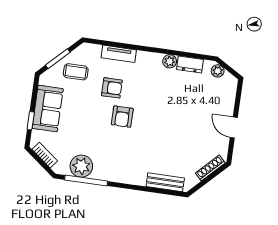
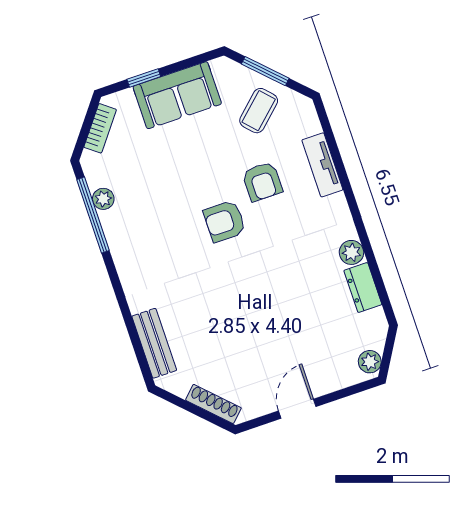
plant: (218, 71) -> (370, 362), moved
coffee table: (76, 72) -> (259, 111), turned 47
plant: (81, 166) -> (103, 199), width x0.53, depth x0.53

